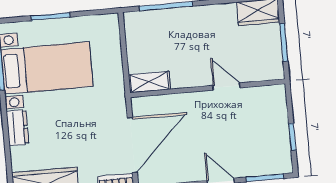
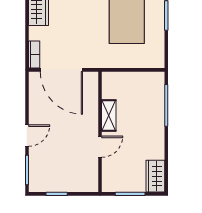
shelving: (149, 82) -> (109, 116), moved

